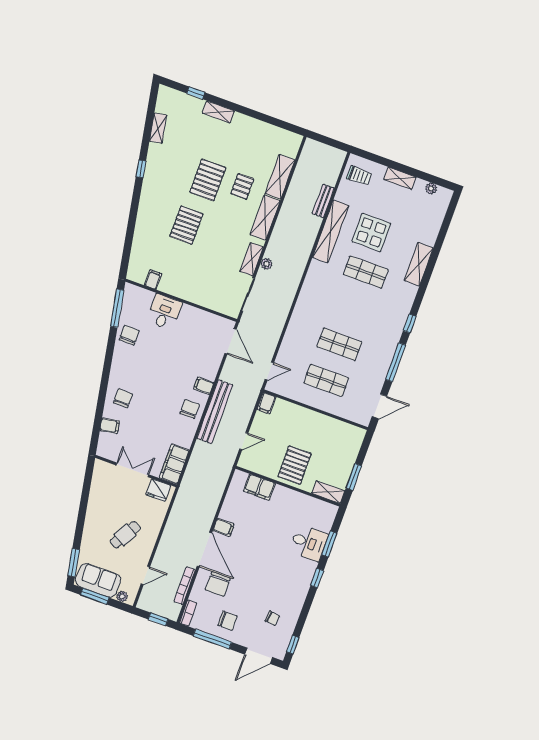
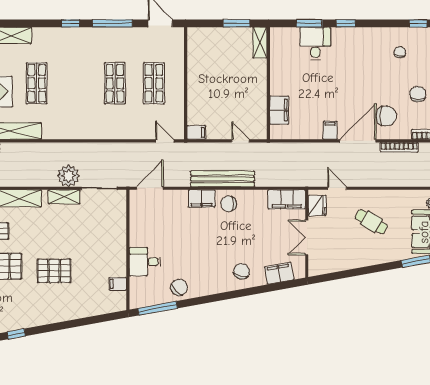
plant: (267, 264) -> (68, 176), width x1.88, depth x1.88
chair: (129, 335) -> (179, 287), turned 137
filing cabinet: (204, 386) -> (202, 199), width x2.00
chair: (123, 398) -> (242, 271), turned 105
filing cabinet: (110, 426) -> (279, 273), width x2.00
pallet: (295, 465) -> (246, 84), removed
door: (145, 575) -> (337, 188), moved

